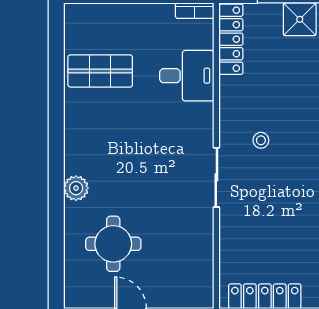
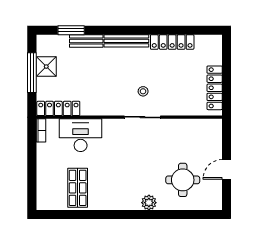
desk: (187, 76) -> (81, 135), width x1.37
stool: (261, 140) -> (143, 91), moved

